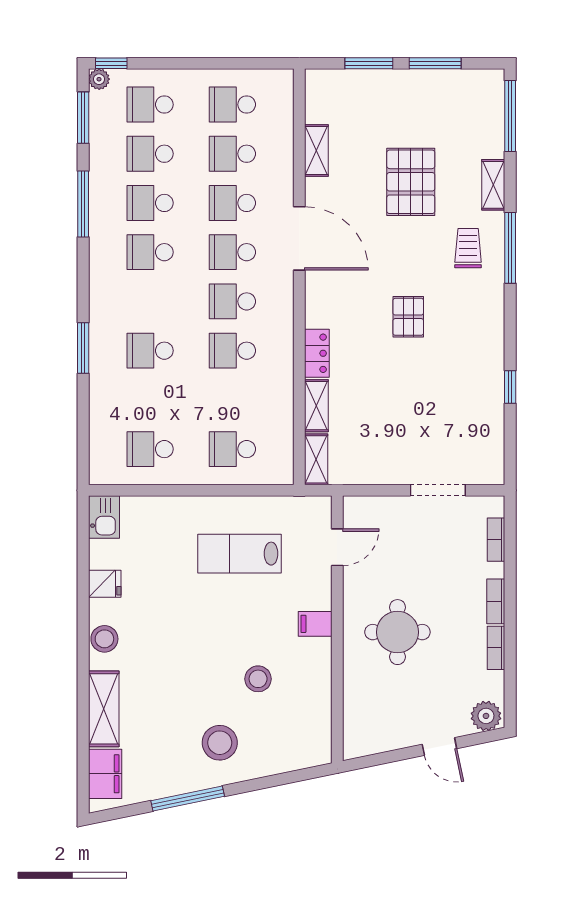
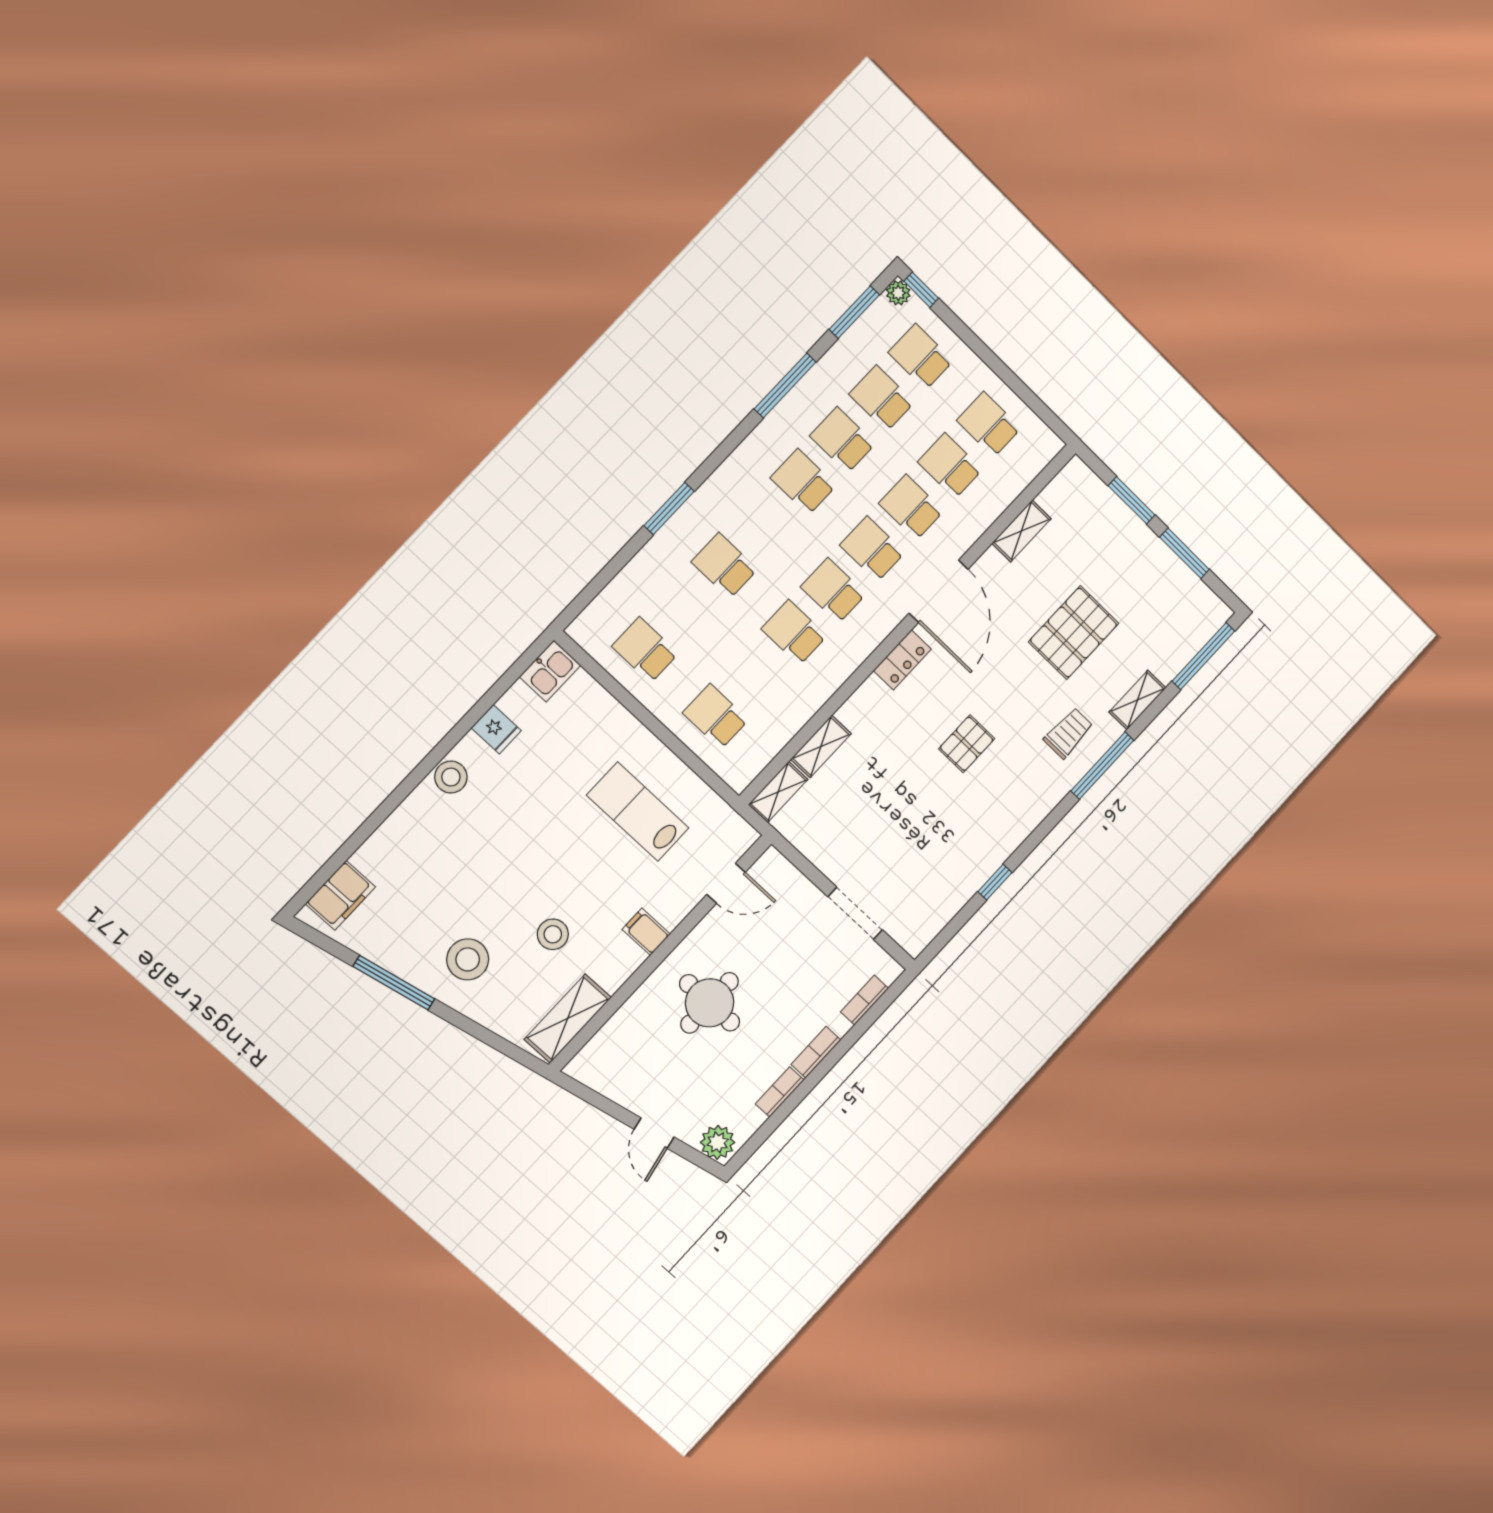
locker: (317, 353) -> (902, 660), moved
shelving: (104, 709) -> (568, 1018), moved

